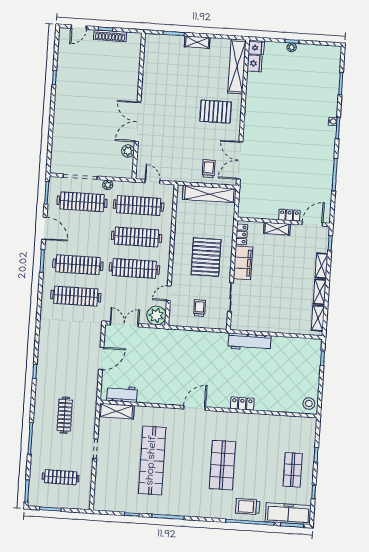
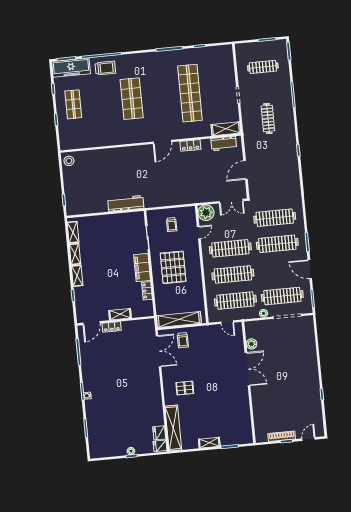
pallet: (216, 112) -> (185, 388), width x0.67, depth x0.71
locker: (289, 215) -> (112, 327), moved
wall: (284, 222) -> (116, 321), moved
door: (312, 224) -> (91, 323), moved
shelving: (277, 229) -> (120, 314), moved
locker: (242, 404) -> (190, 145), moved

